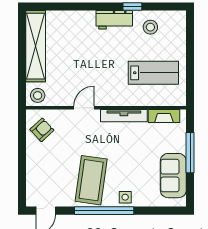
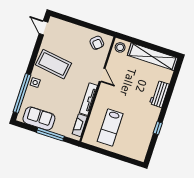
workbench: (114, 20) -> (159, 94), moved
stool: (150, 27) -> (140, 135), removed
window: (104, 211) -> (22, 93), moved

